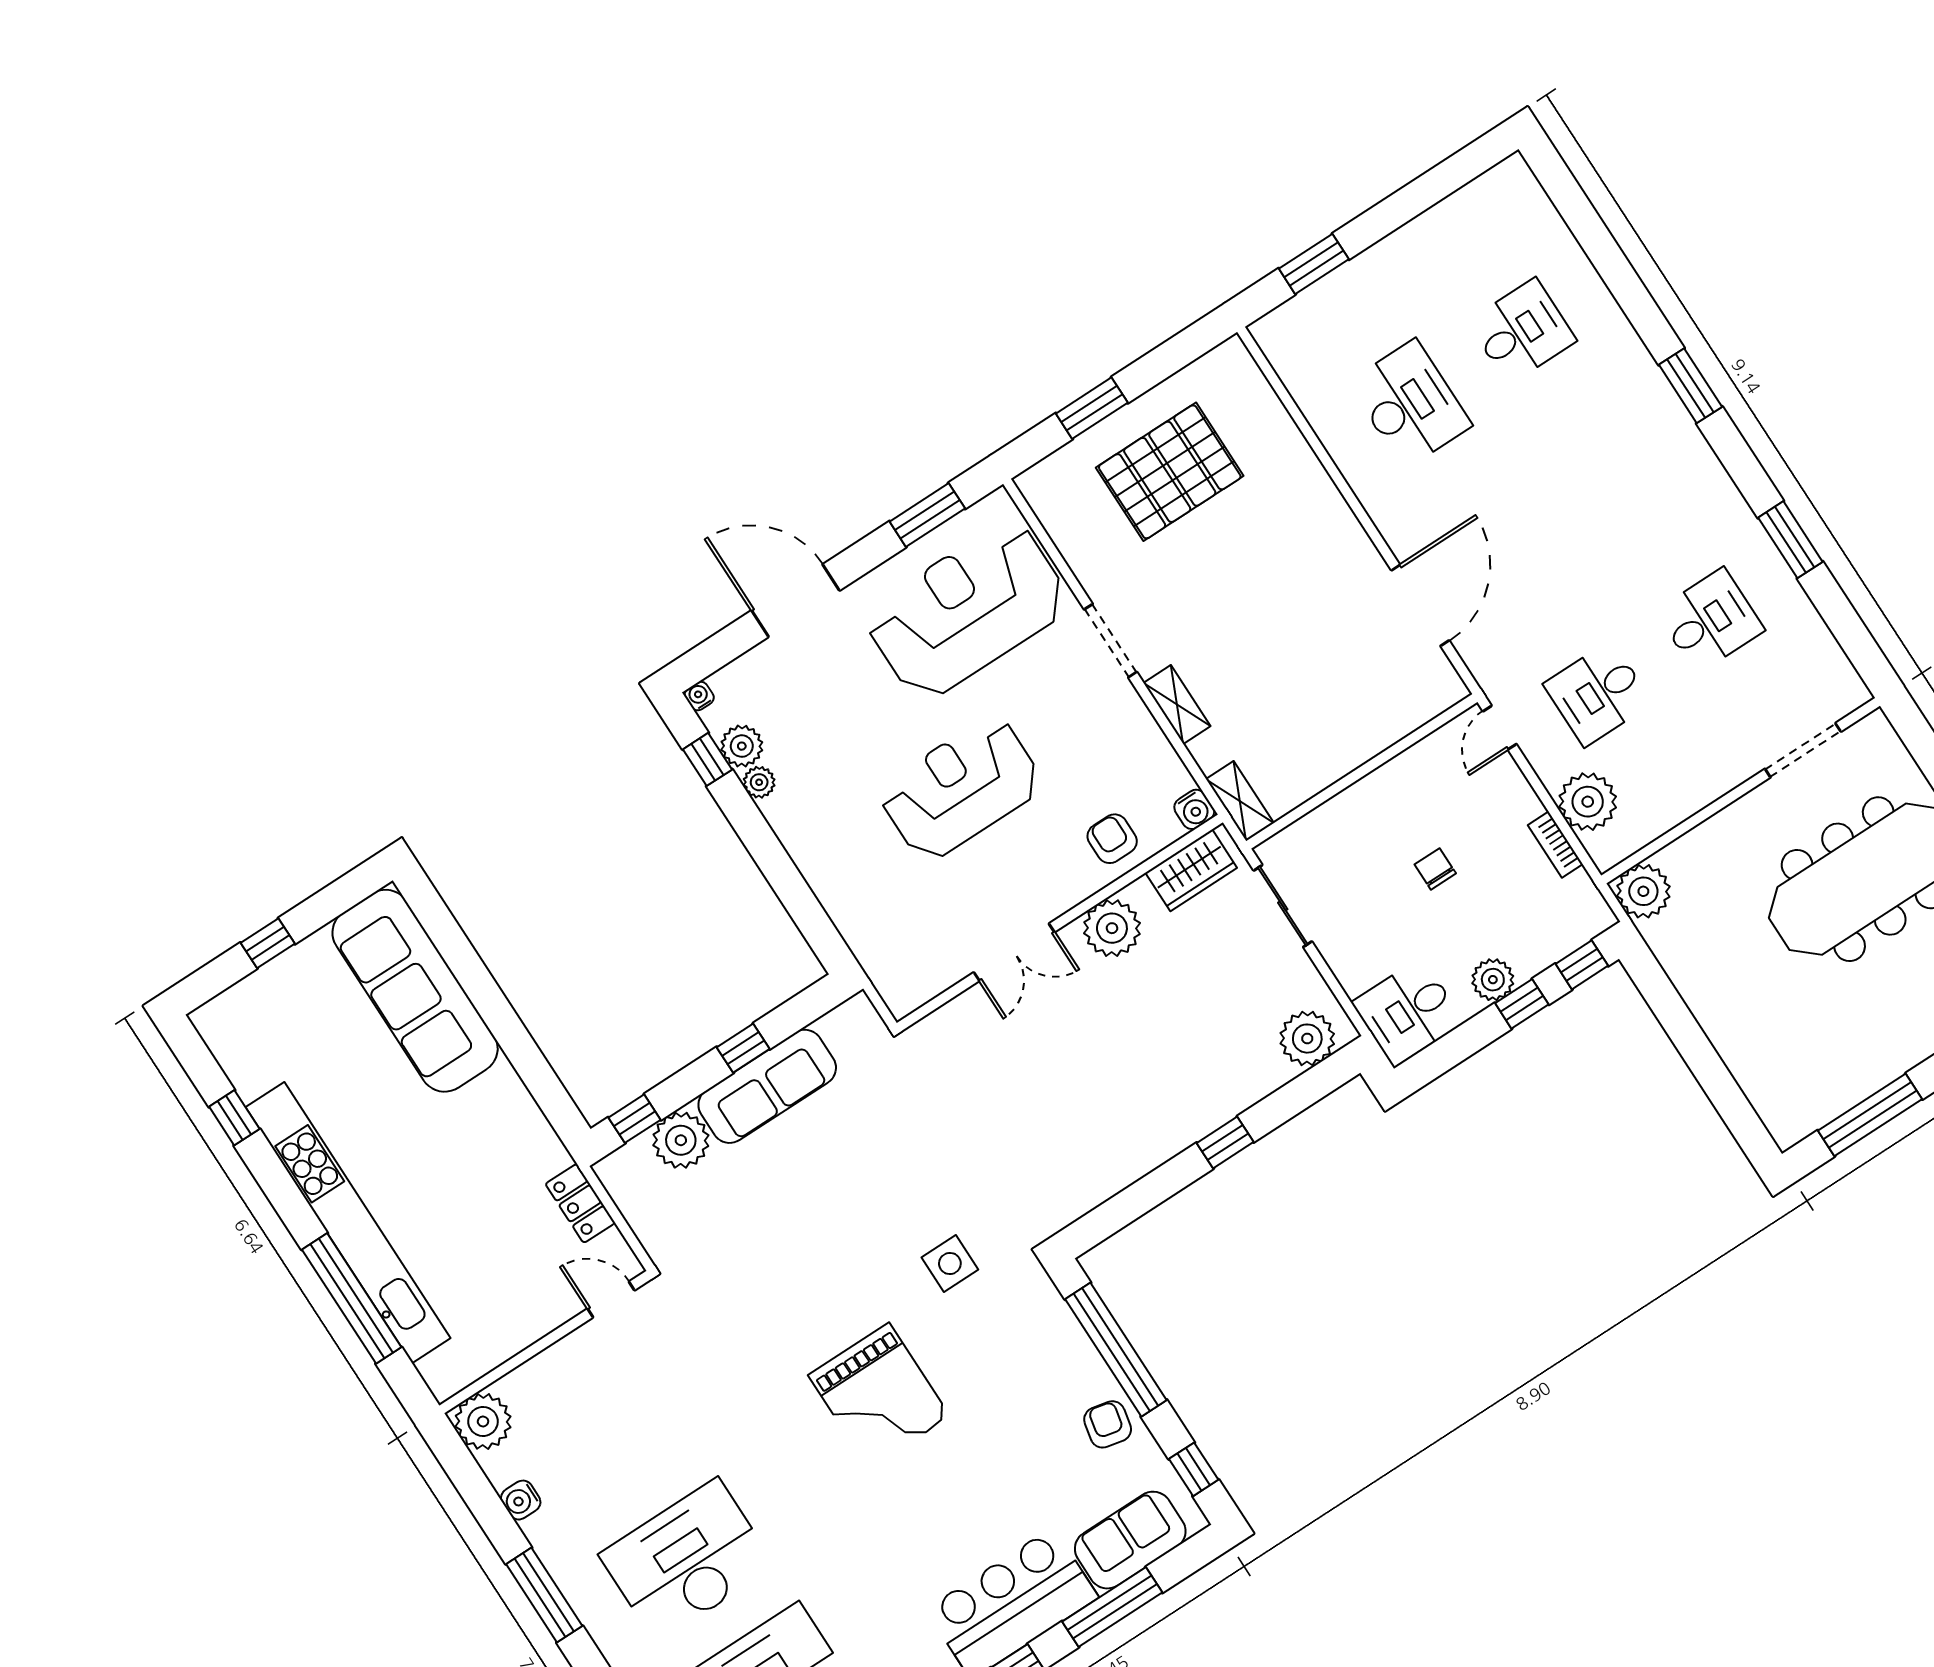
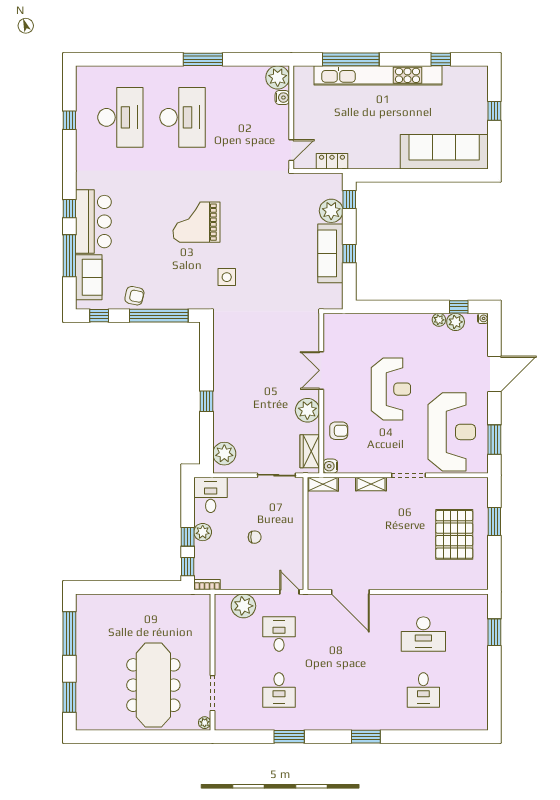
bookcase: (1555, 845) -> (207, 585), moved
plant: (1643, 891) -> (205, 723), moved, width x0.53, depth x0.53
water cooler: (521, 1500) -> (282, 98), moved, turned 90

